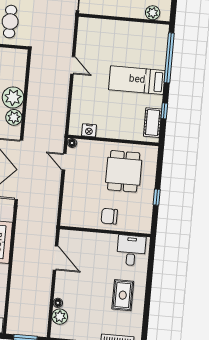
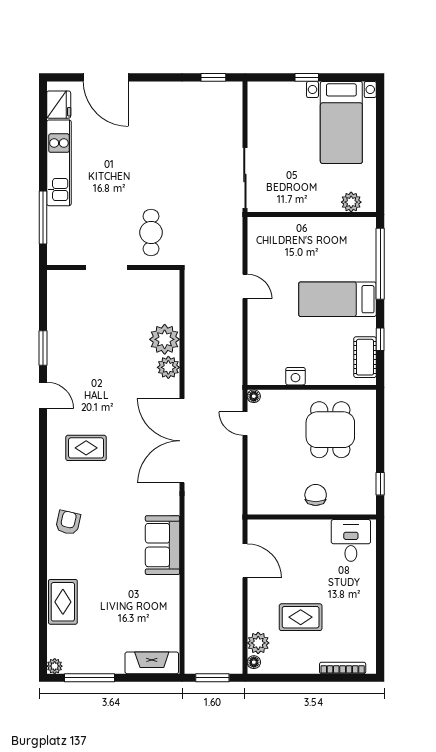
nightstand: (89, 130) -> (295, 376), moved
window: (157, 197) -> (380, 484), moved
chair: (109, 216) -> (316, 495), turned 90
rug: (123, 295) -> (301, 617), moved, turned 90
floor lamp: (58, 303) -> (254, 662), moved

